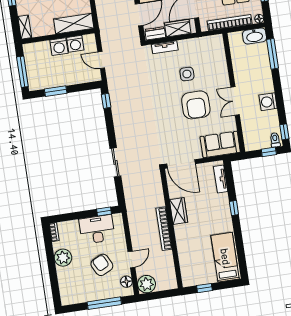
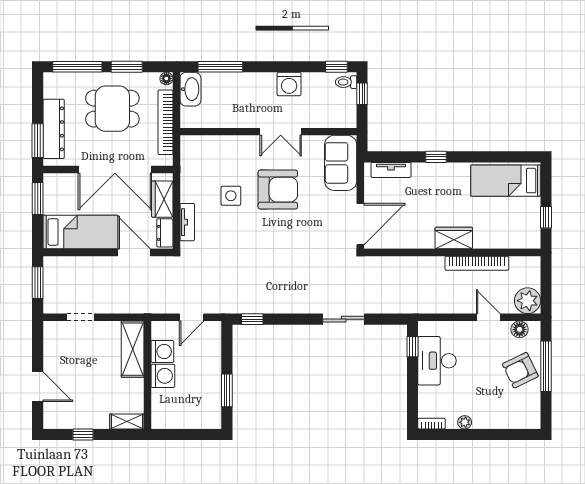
window: (22, 72) -> (191, 434), removed
wardrobe: (179, 211) -> (454, 238), moved
bookcase: (164, 229) -> (477, 263), moved
plant: (63, 258) -> (465, 422), width x0.53, depth x0.53
armchair: (102, 265) -> (520, 370), moved

